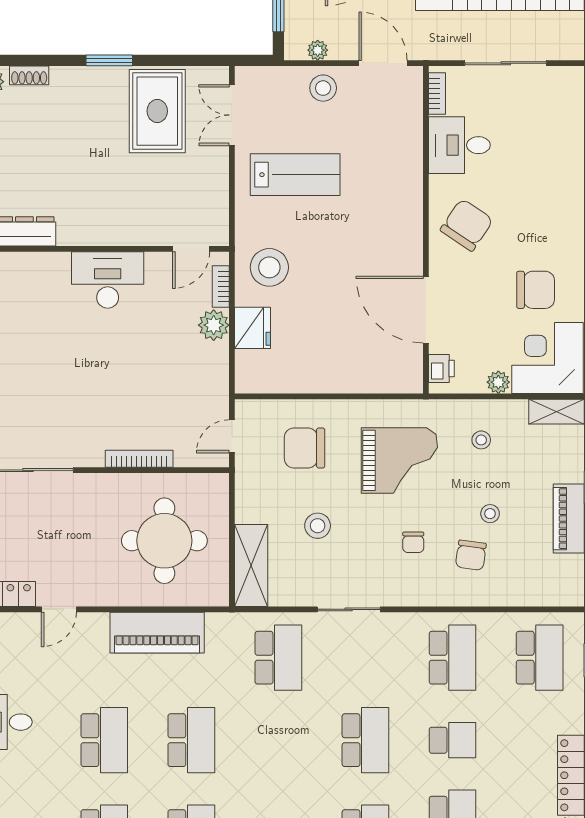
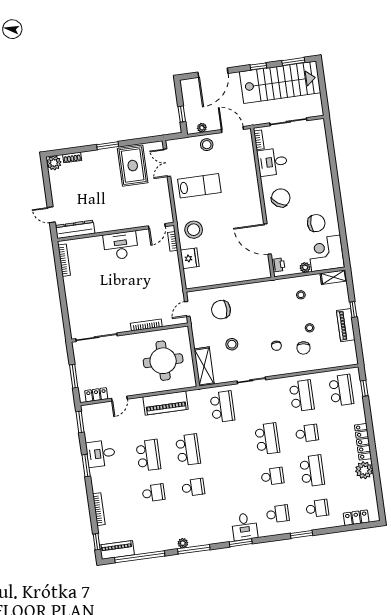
plant: (214, 325) -> (172, 259), removed
grand piano: (399, 460) -> (265, 309), removed

